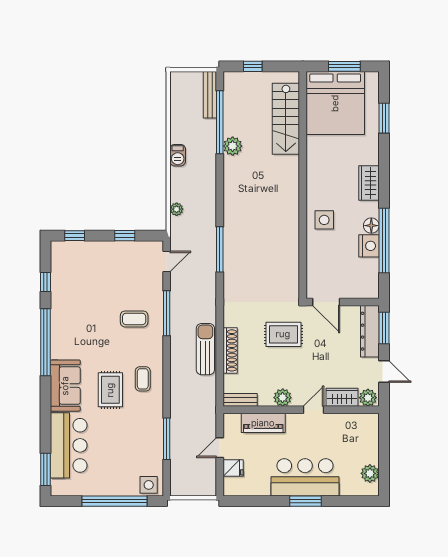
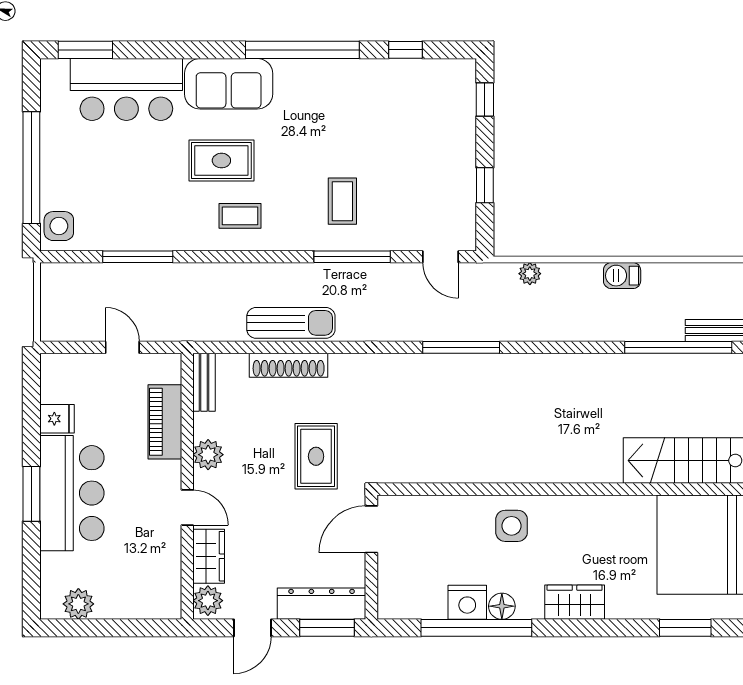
plant: (233, 146) -> (638, 369), removed
fridge: (233, 468) -> (57, 419), moved, turned -90

